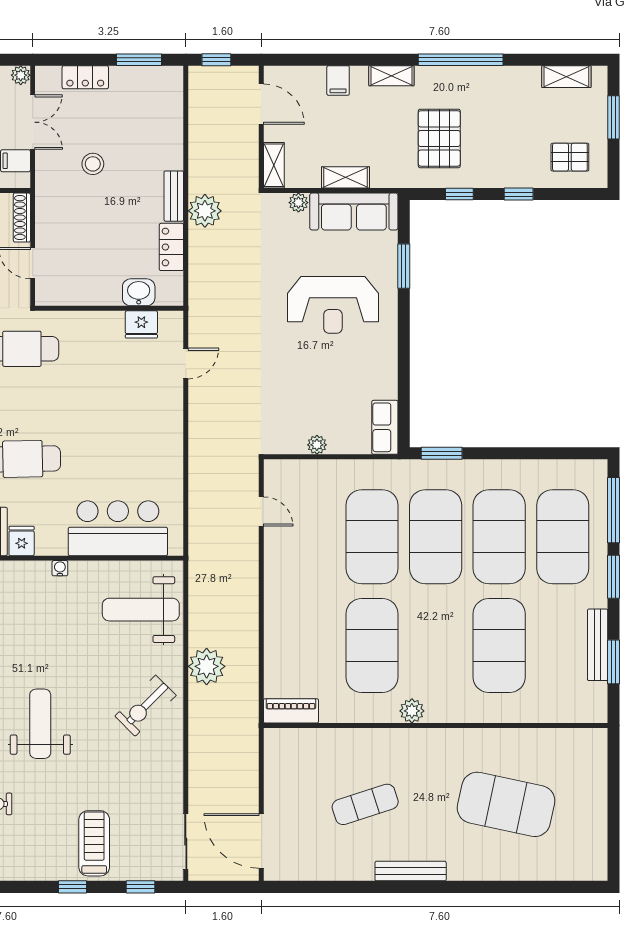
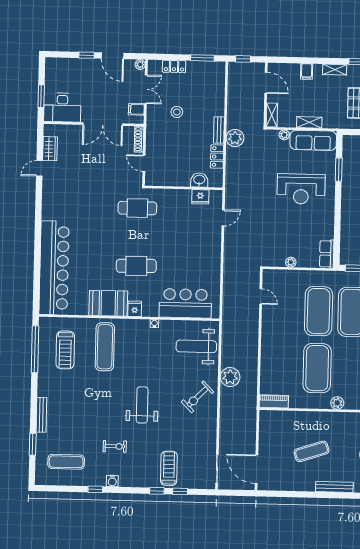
window: (141, 887) -> (180, 491), moved

